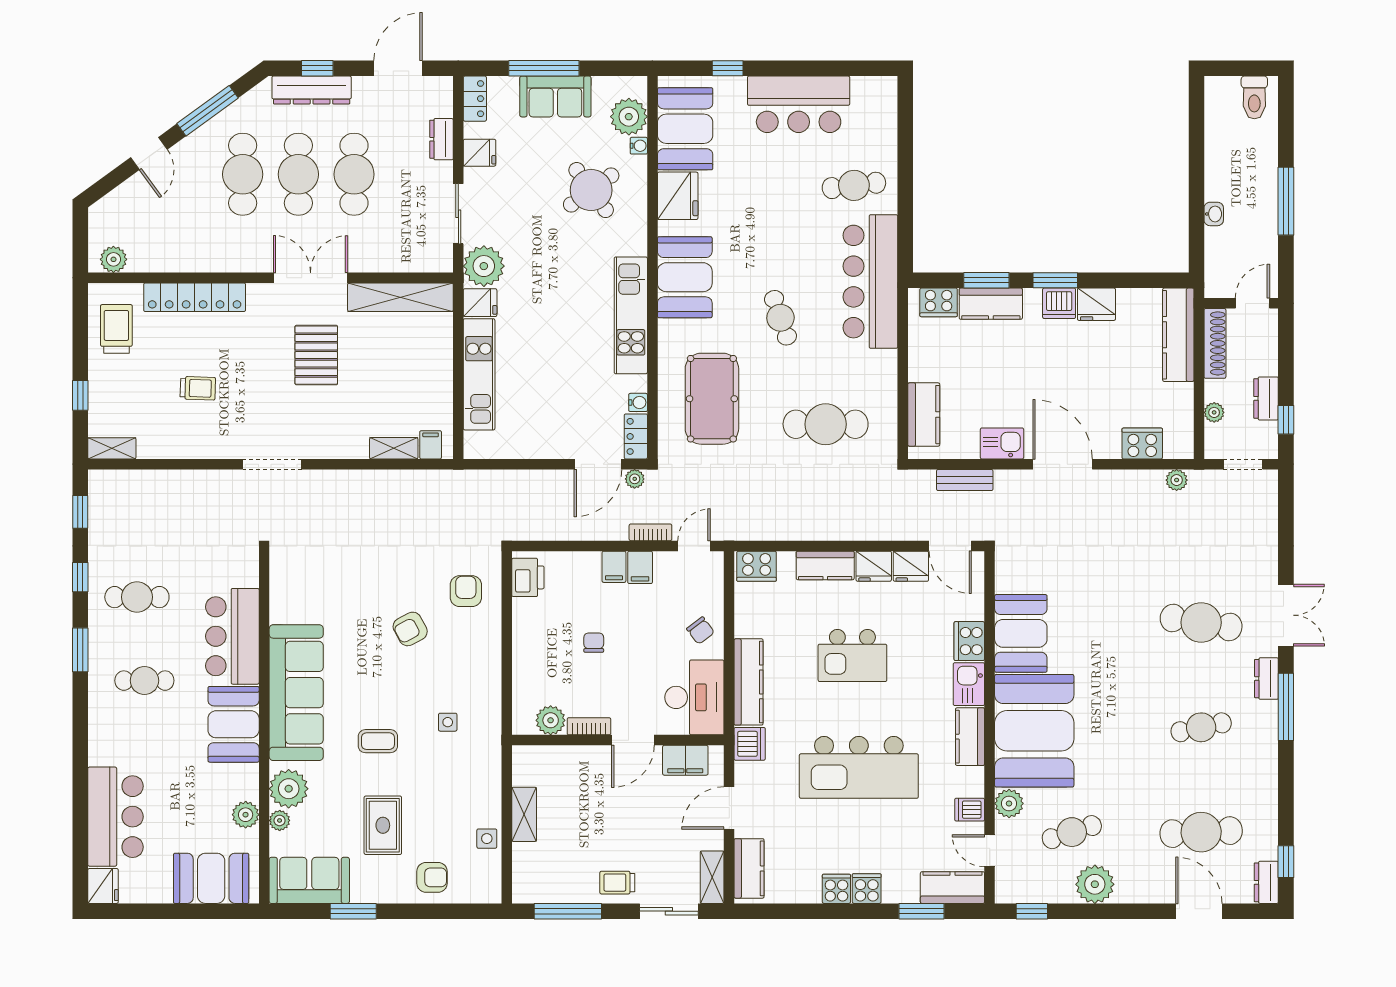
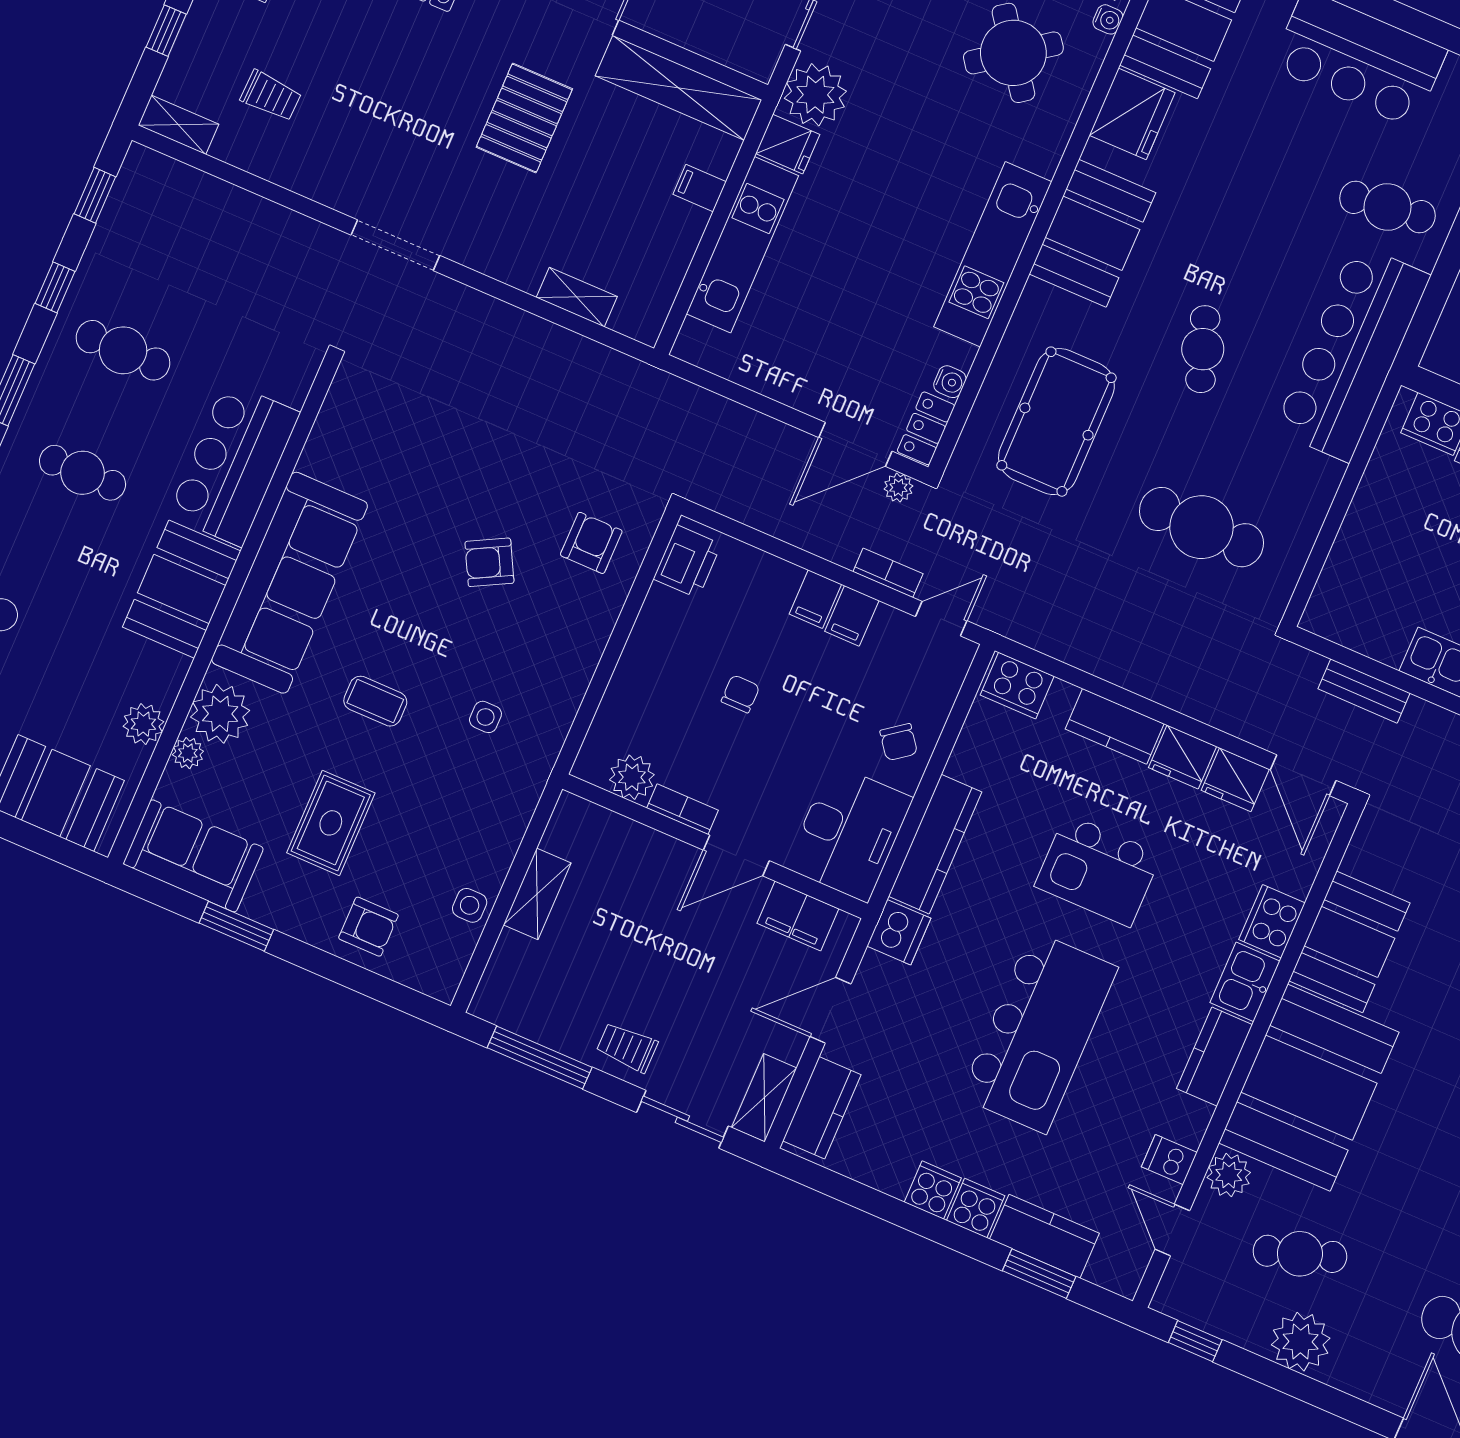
trolley: (198, 388) -> (271, 96), moved
kitchen counter: (924, 415) -> (1346, 573), removed
filing cabinet: (431, 445) -> (700, 188), moved, turned -90
kitchen island: (859, 767) -> (1039, 1032), turned -90
kitchen counter: (952, 888) -> (1044, 1236), moved

